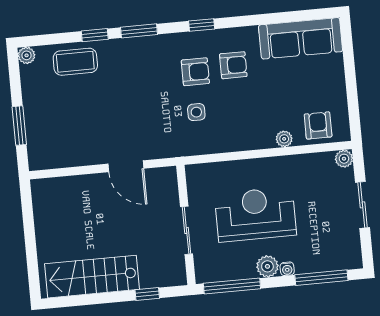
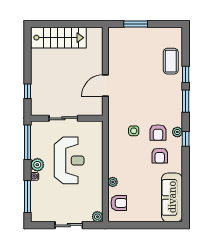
plant: (27, 55) -> (177, 132), moved
stairs: (92, 277) -> (58, 38), moved, turned 90

